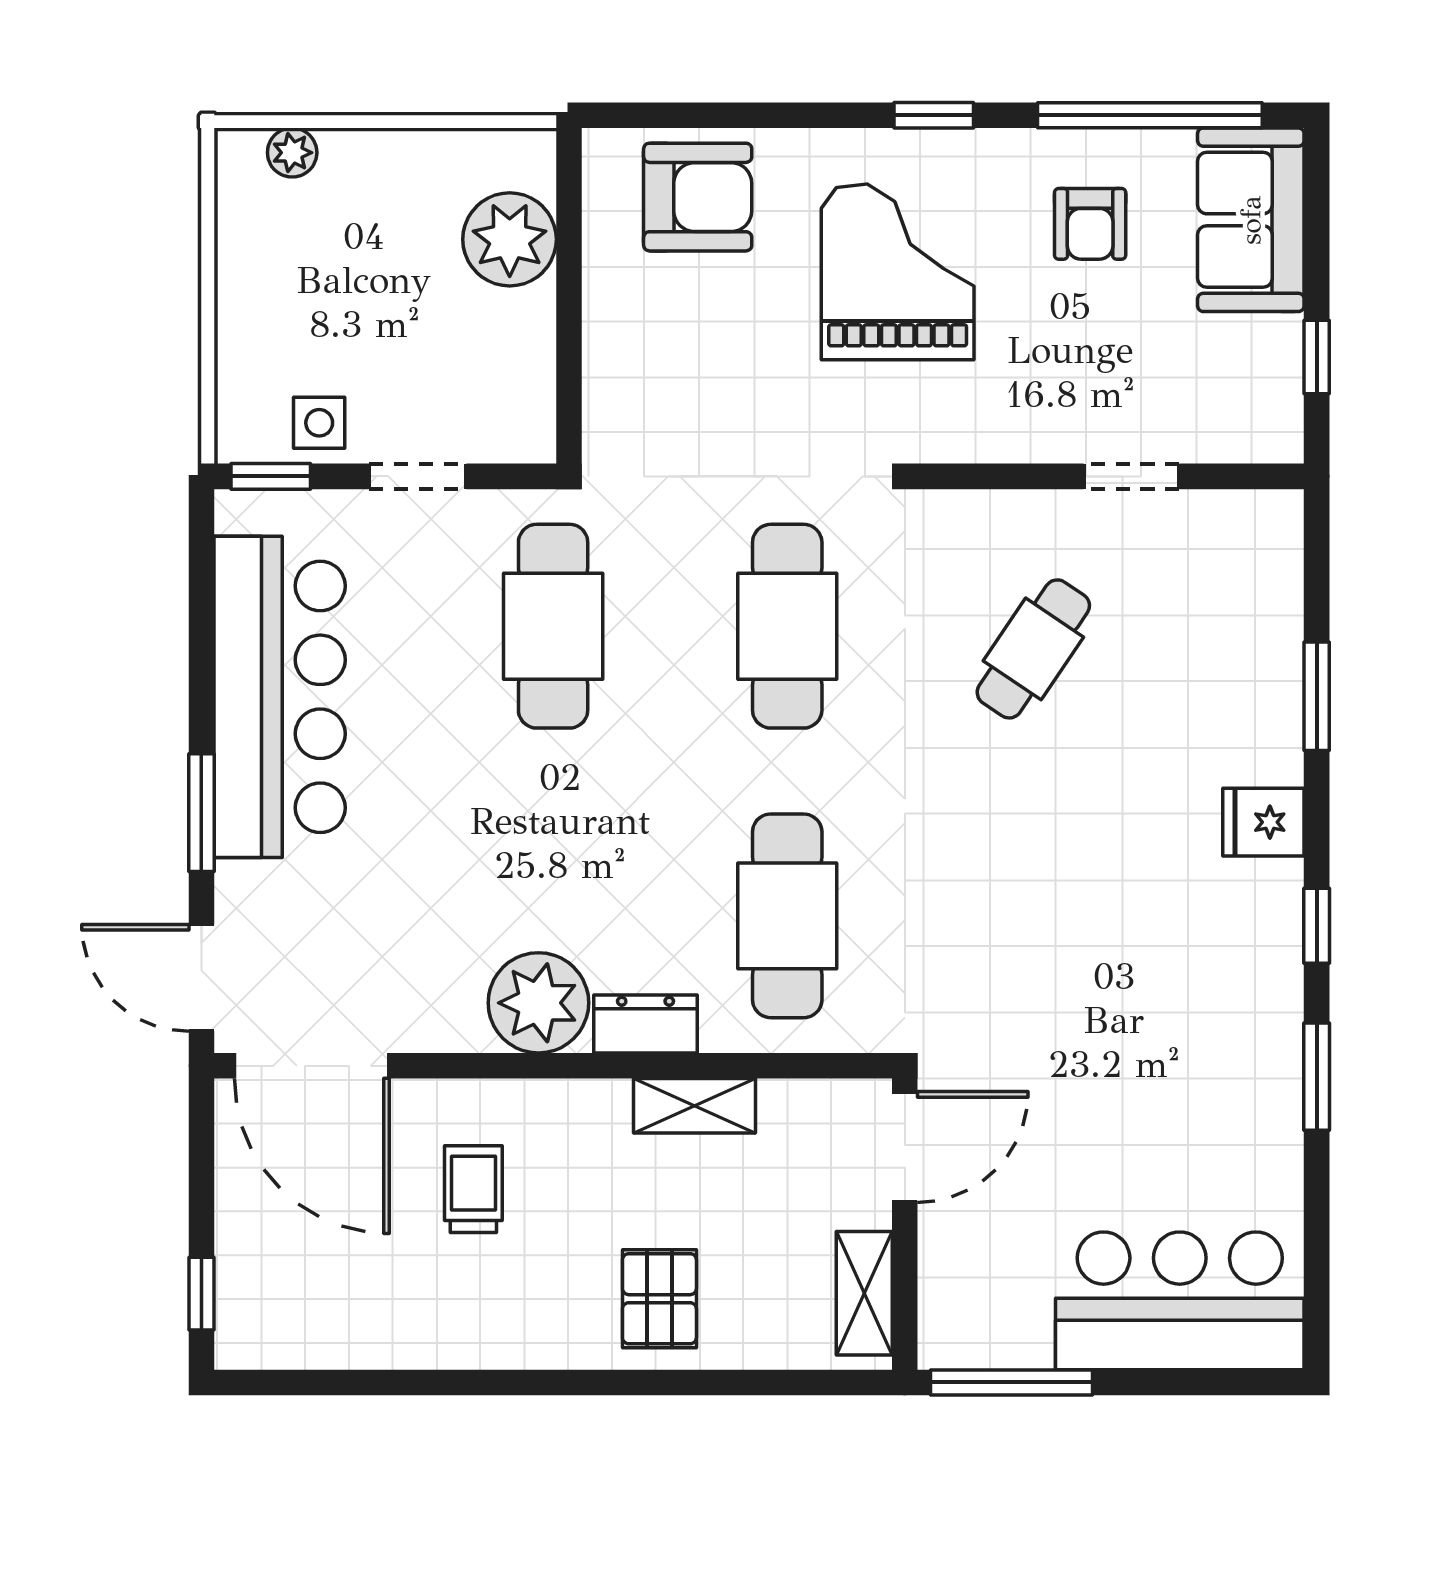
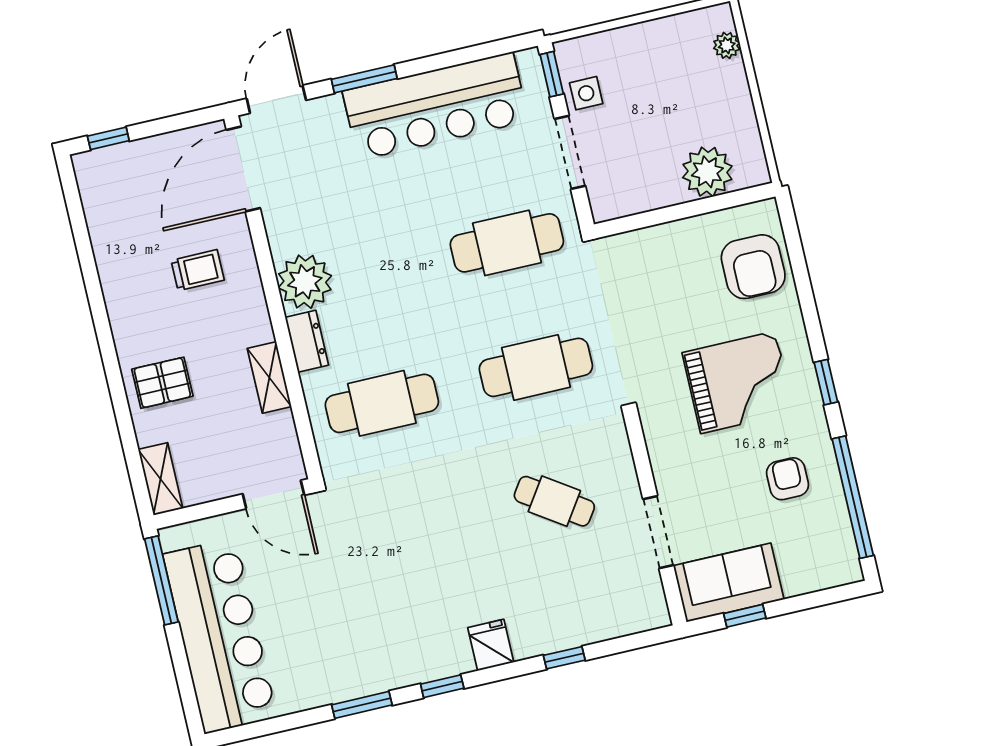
sofa: (1251, 220) -> (729, 583), moved
armchair: (1090, 224) -> (788, 479), turned 90
doorway: (418, 476) -> (570, 152), width x1.38
doorway: (1132, 476) -> (658, 532), width x1.38
window: (1317, 696) -> (564, 658), width x0.67
shelving: (864, 1293) -> (160, 479), moved, turned 90
bar counter: (1180, 1301) -> (220, 636), width x1.36

